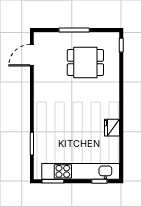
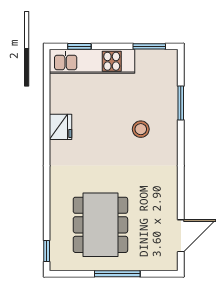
dining table: (85, 62) -> (100, 225), width x1.38
stool: (59, 126) -> (141, 129), added
kitchen unit: (81, 171) -> (92, 61), width x0.73

